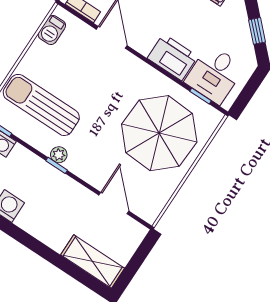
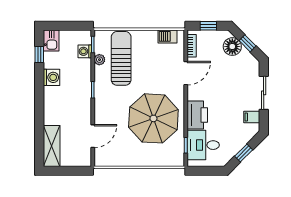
parasol: (159, 133) -> (153, 118), moved
plant: (59, 155) -> (99, 60), moved

